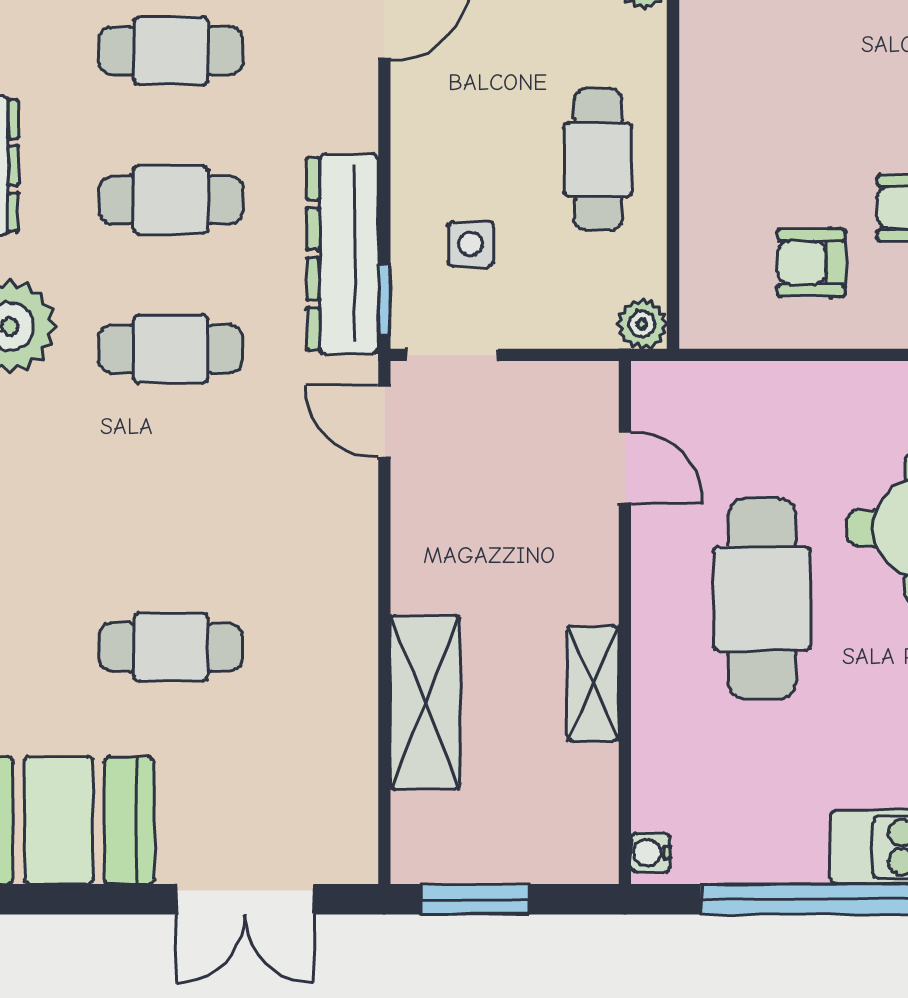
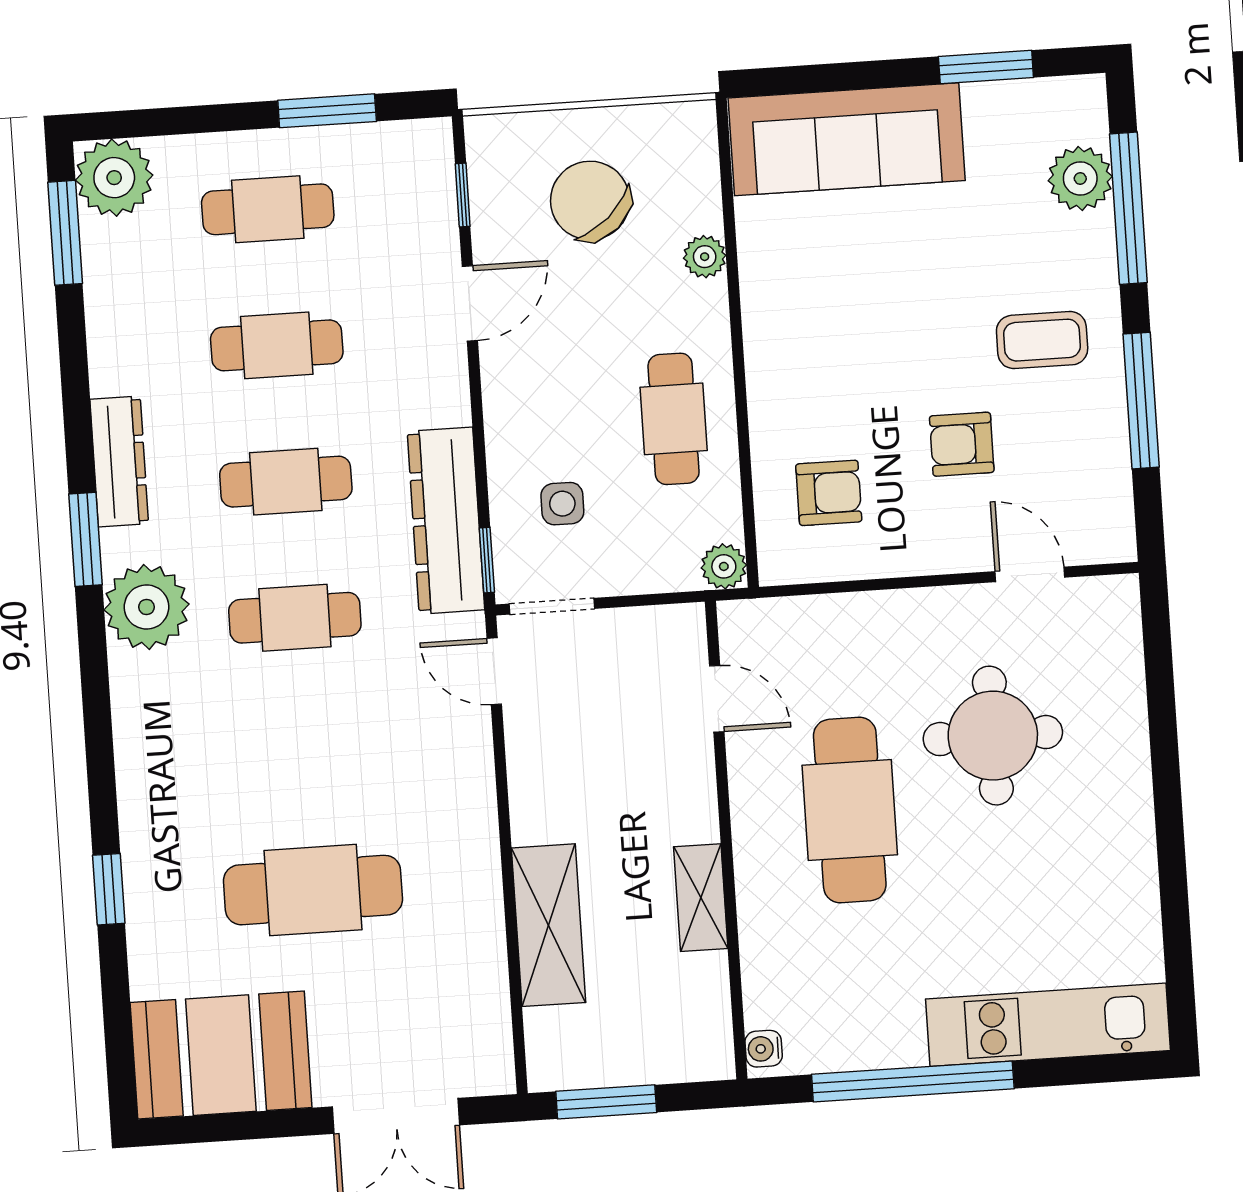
armchair: (811, 263) -> (829, 493), moved, turned 180
cafe table: (171, 647) -> (313, 890), width x1.37, depth x1.35

